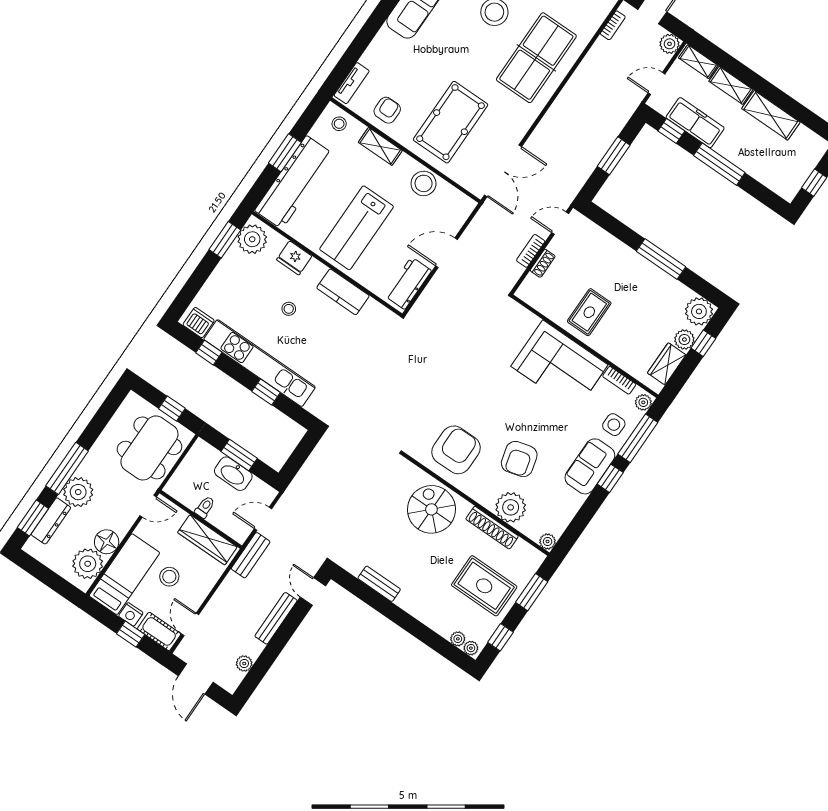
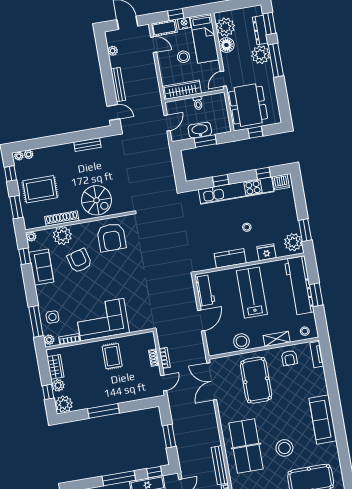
sofa: (590, 466) -> (41, 267), moved
window: (610, 478) -> (25, 256), moved
bench: (251, 555) -> (220, 465), moved, width x1.36

